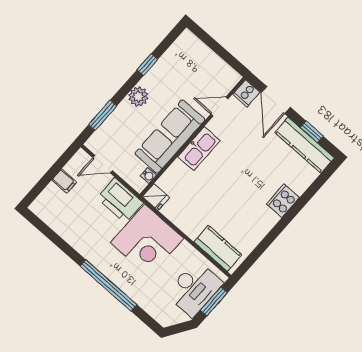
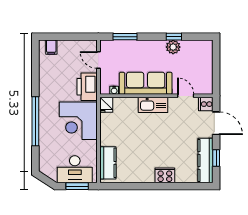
plant: (138, 97) -> (173, 47), moved
door: (276, 100) -> (216, 123), swing flipped
filing cabinet: (64, 181) -> (51, 47), moved

